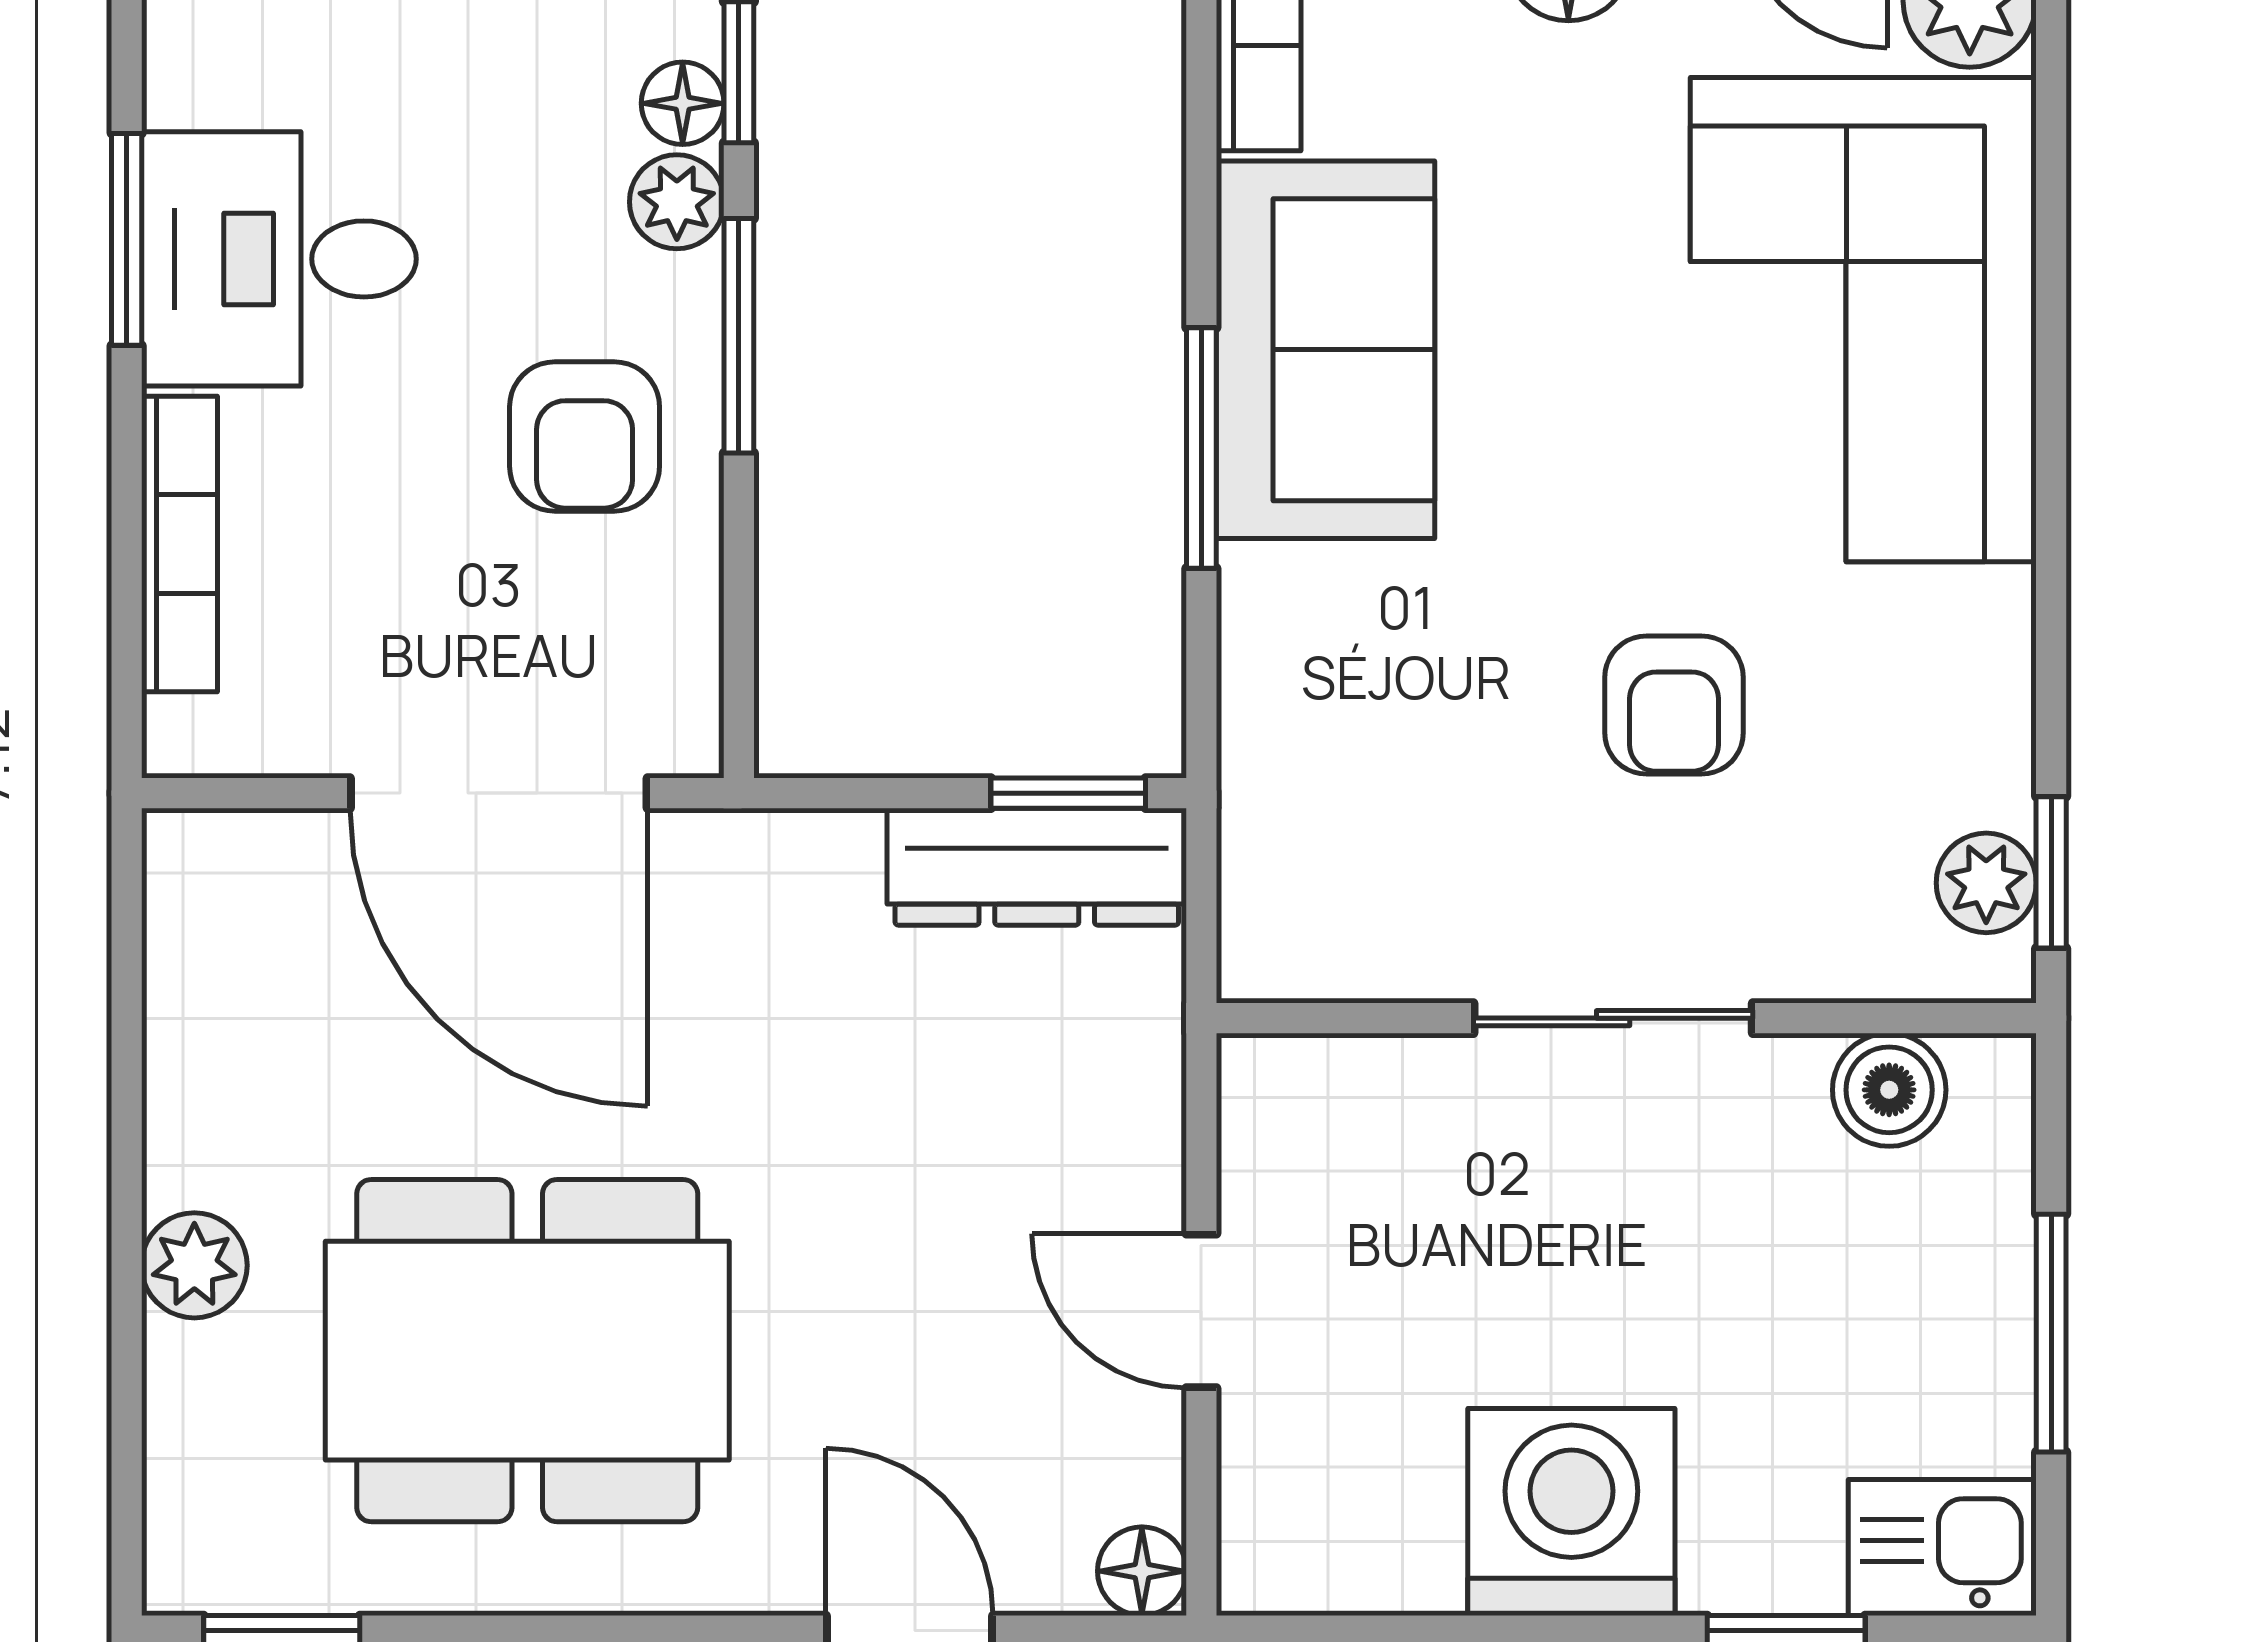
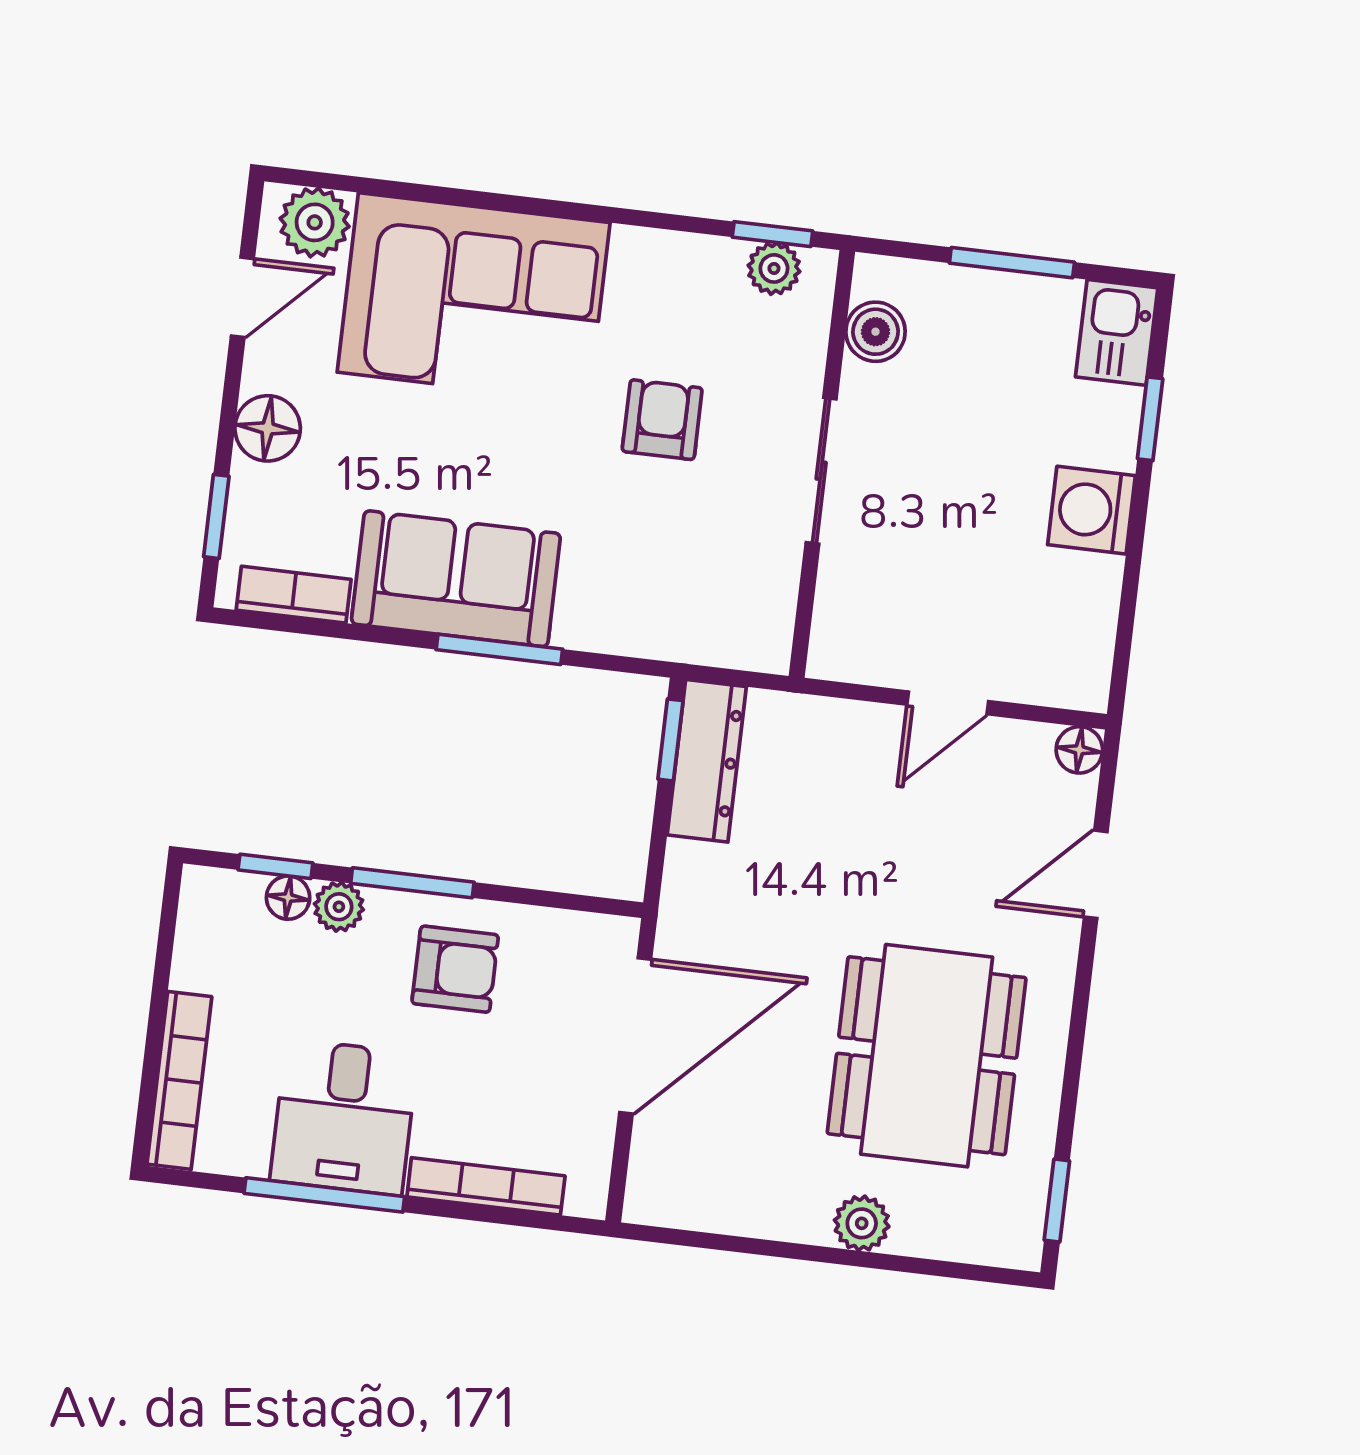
window: (127, 239) -> (324, 1195), width x1.44
armchair: (1674, 705) -> (662, 420), turned -90
washing machine: (1571, 1512) -> (1091, 510), width x0.73, depth x0.73

